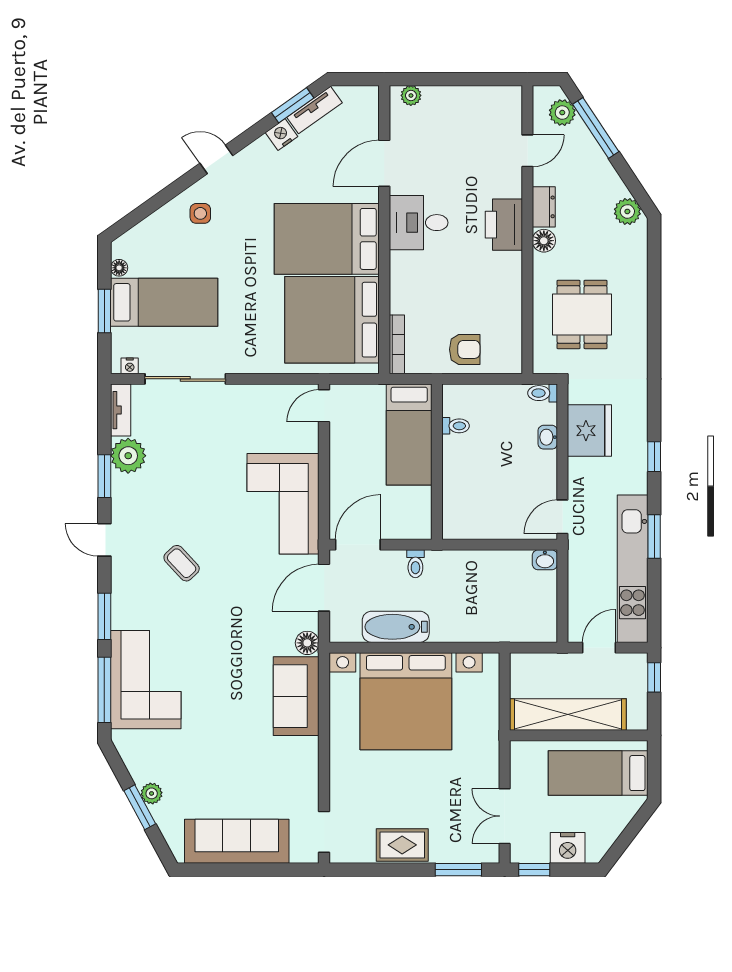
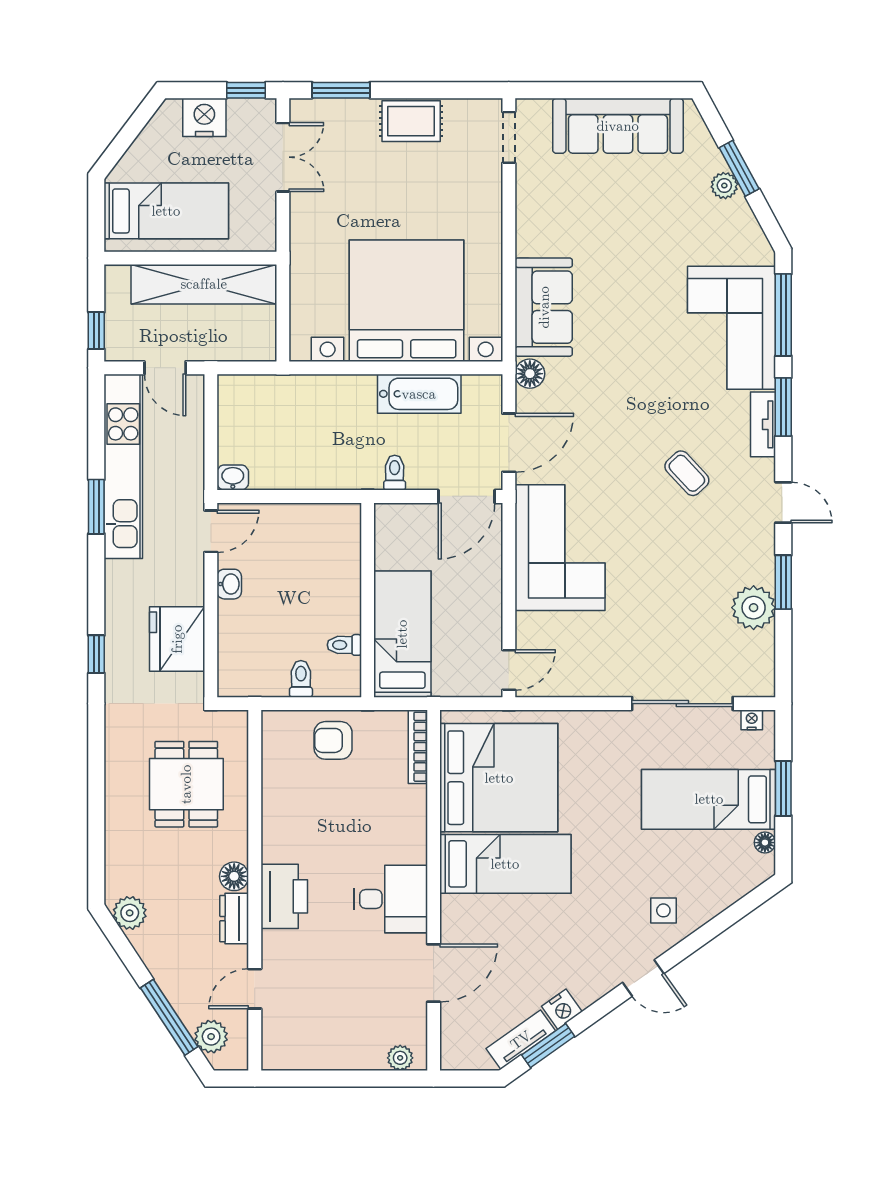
bed: (327, 239) -> (505, 864), width x0.67
toilet: (543, 393) -> (301, 679), moved, turned -90
tv unit: (121, 410) -> (763, 424), moved
washbasin: (548, 437) -> (229, 584), moved
window: (654, 457) -> (96, 654), moved
door: (599, 648) -> (165, 368), hinge flipped

